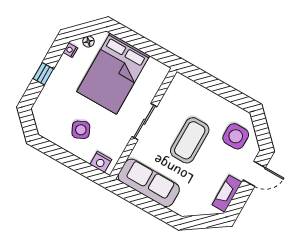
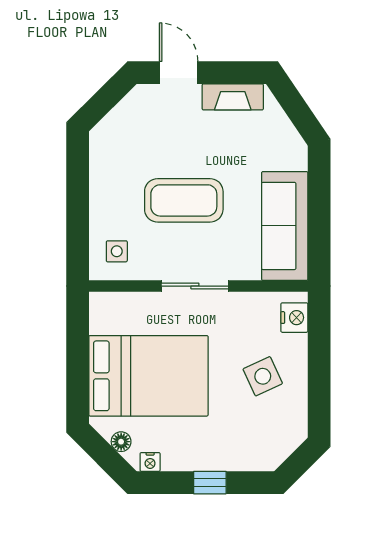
side table: (236, 136) -> (117, 251), moved, width x0.54, depth x0.54

